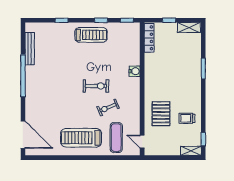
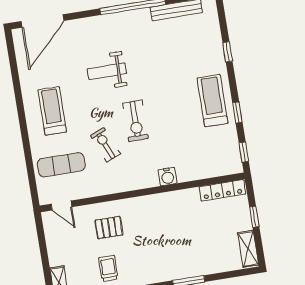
treadmill: (91, 35) -> (212, 101), turned 180
weight bench: (61, 99) -> (107, 71), added
pallet: (161, 114) -> (109, 228), width x0.67, depth x0.71
treadmill: (81, 138) -> (52, 111), width x0.73, depth x0.73
door: (142, 142) -> (61, 205), swing flipped

